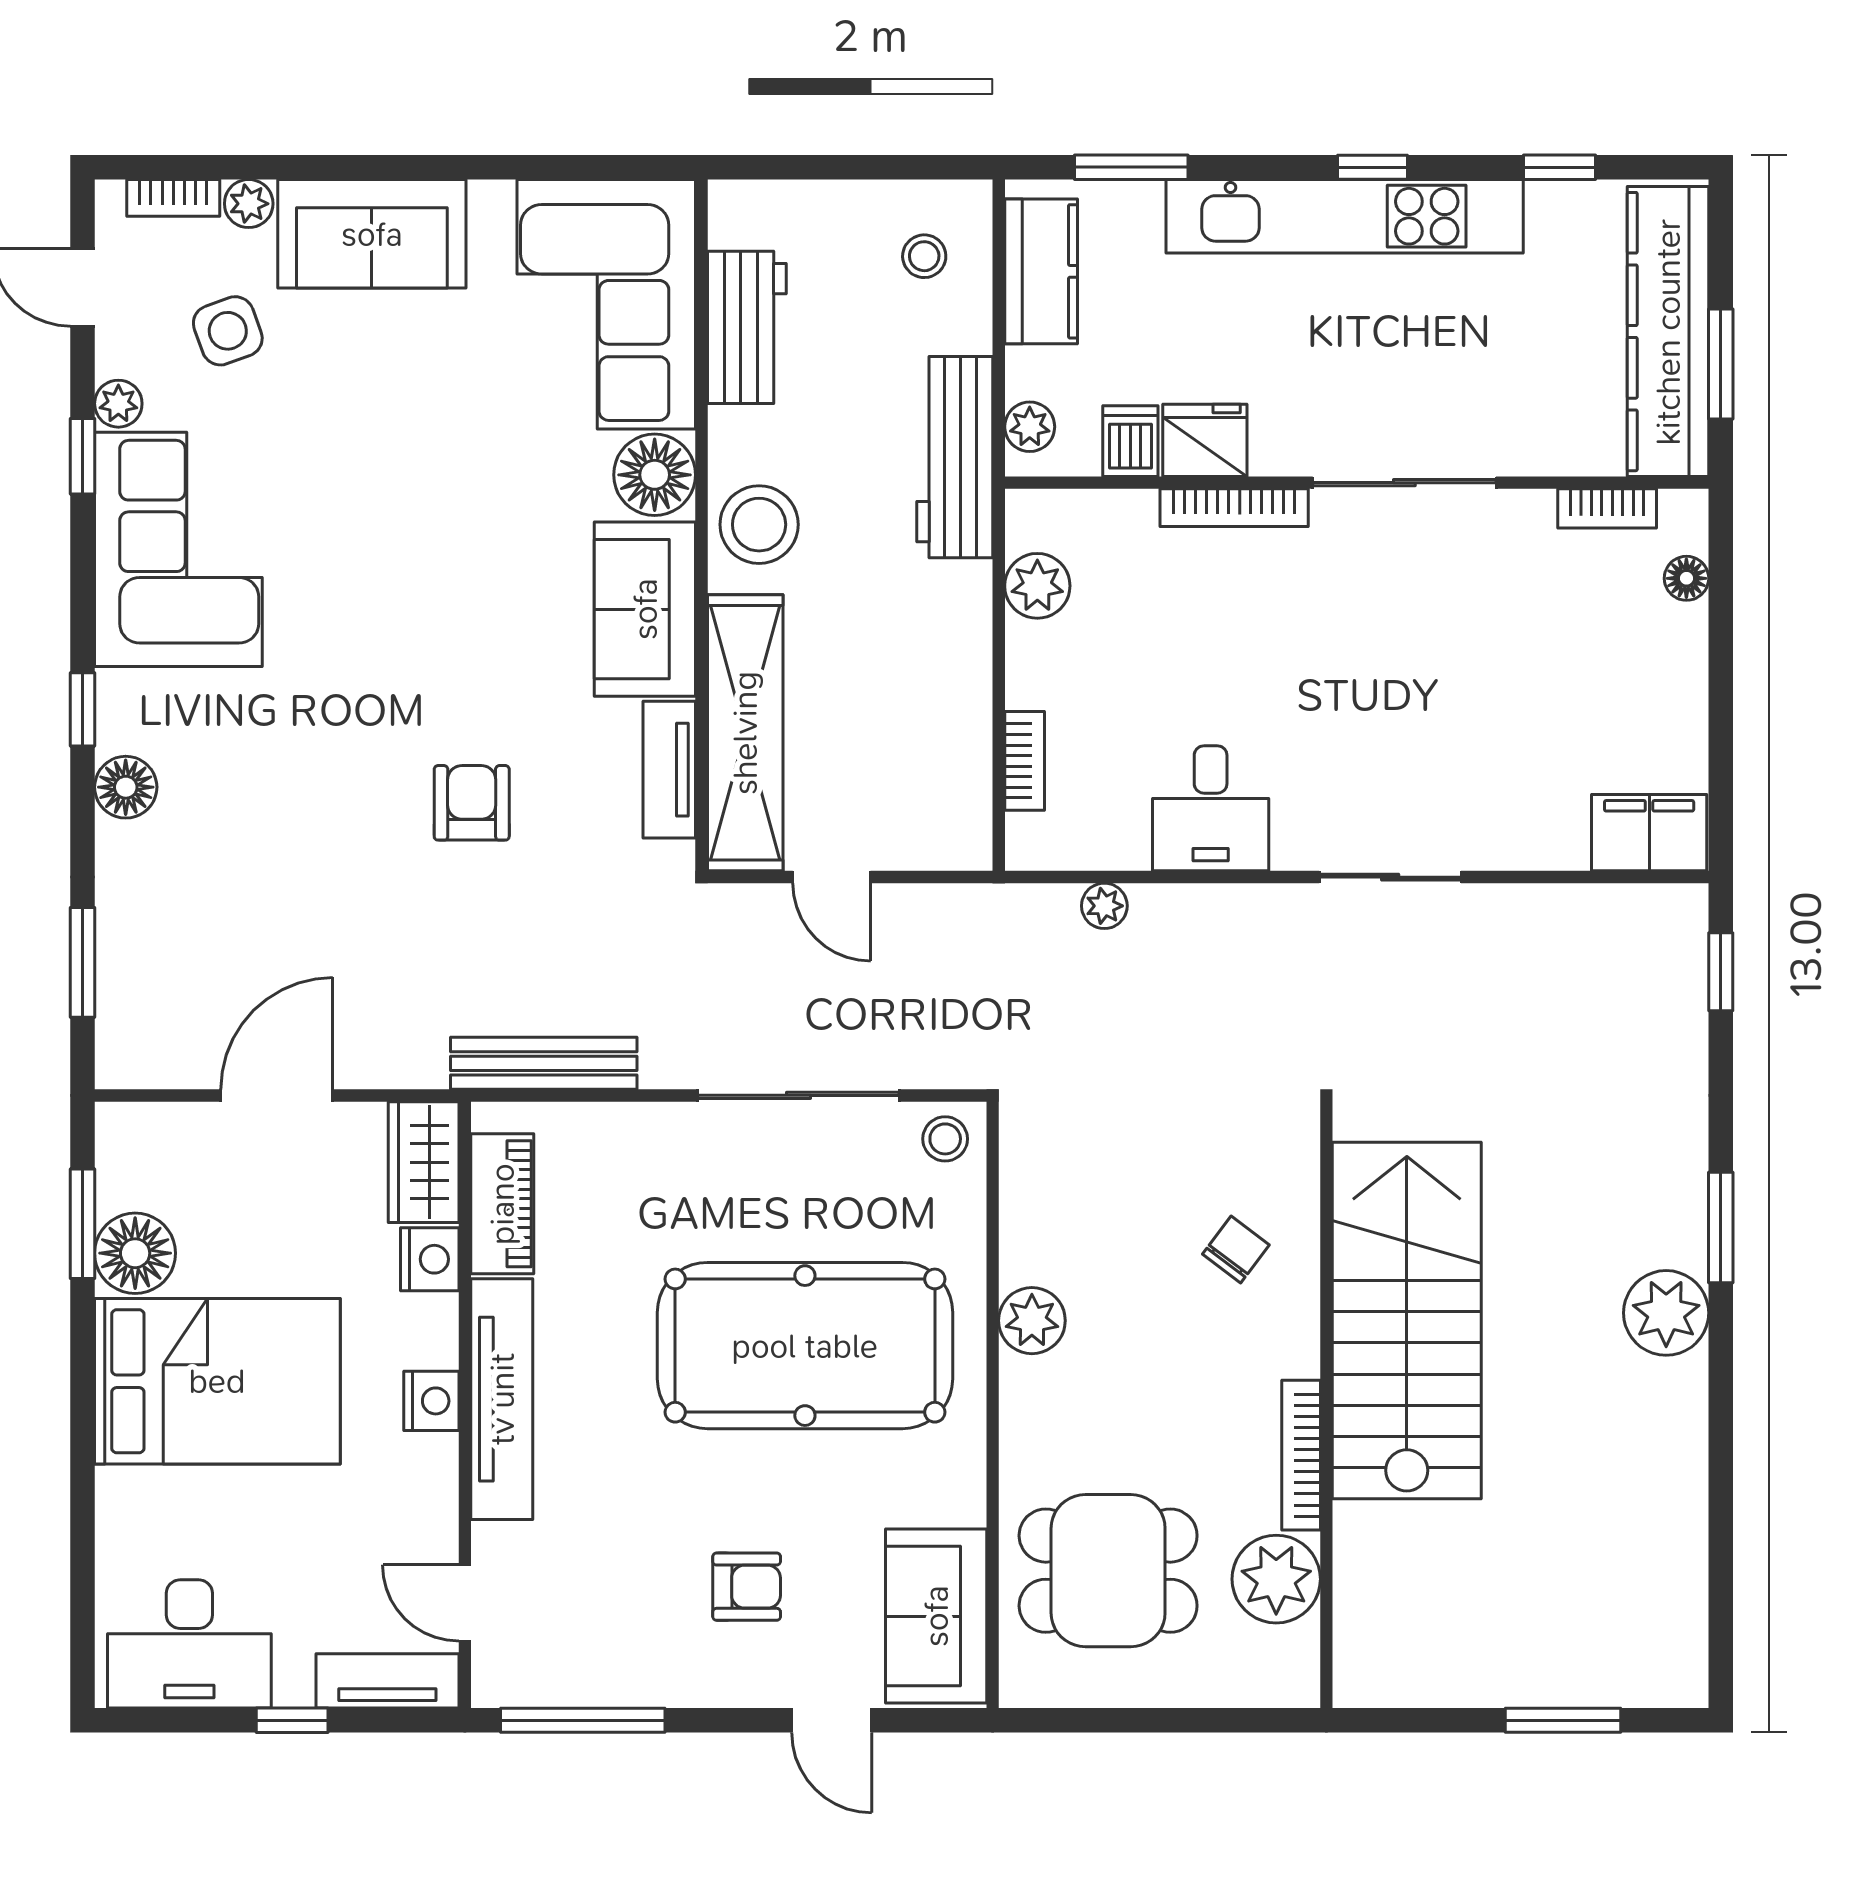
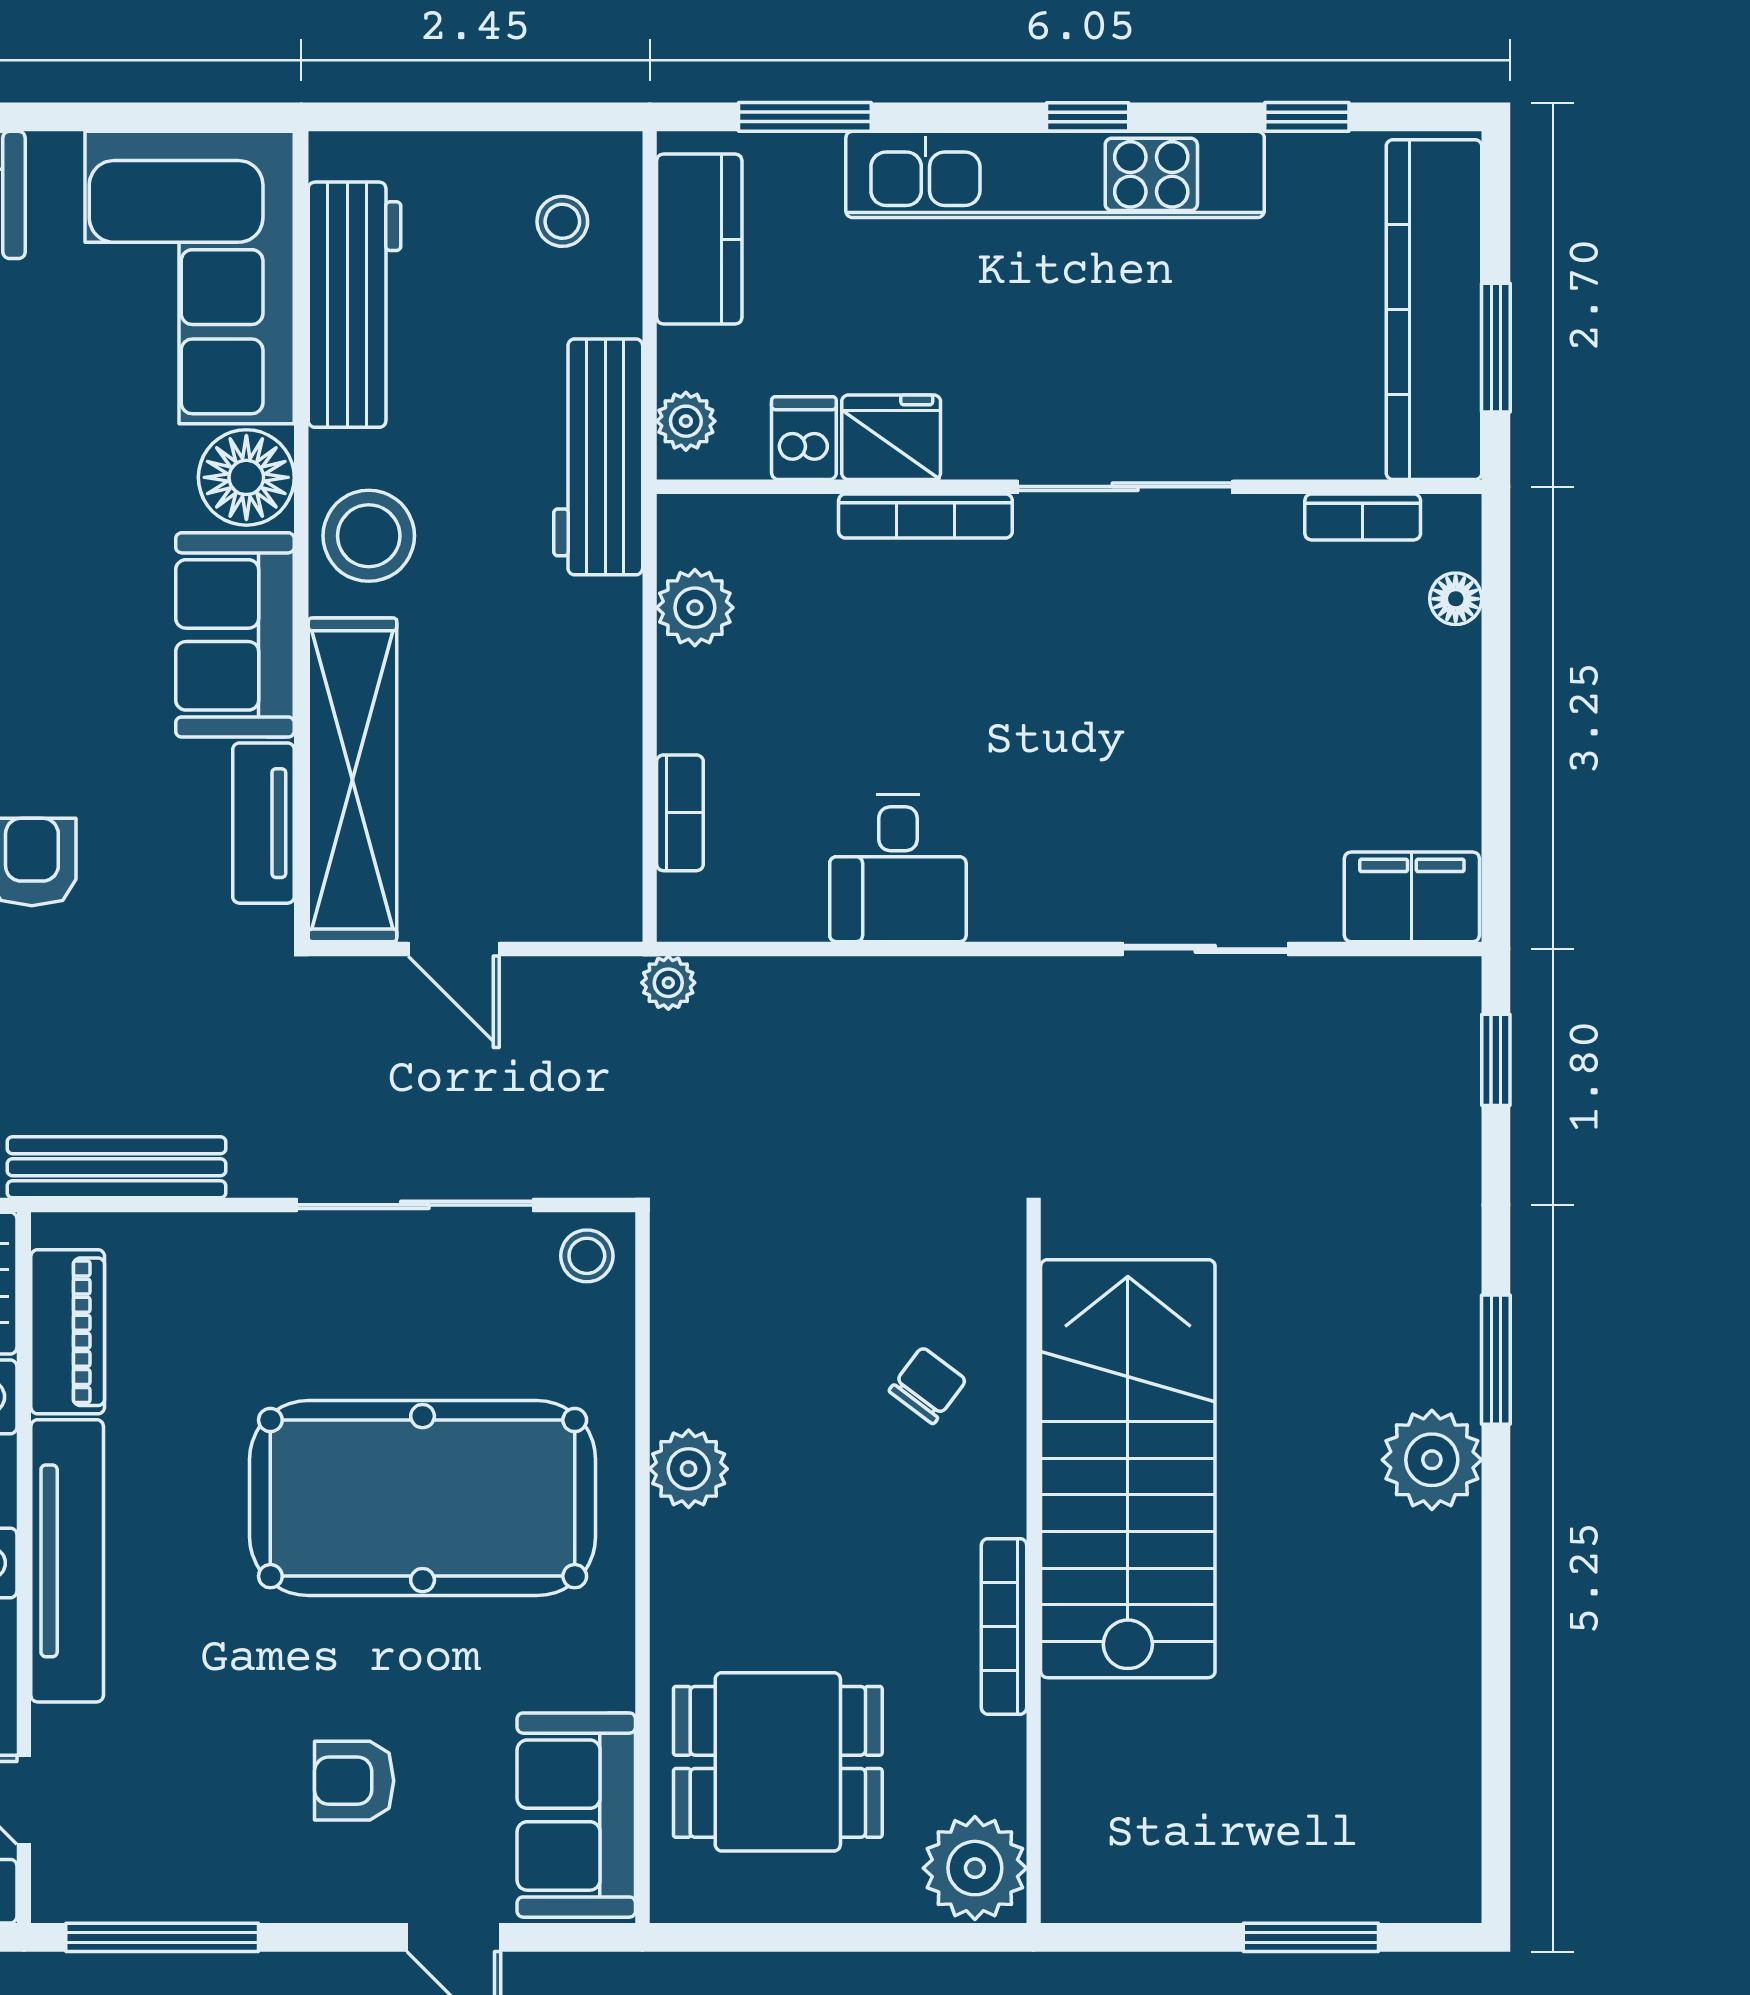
workbench: (747, 327) -> (354, 305), width x1.38
sliding door: (1390, 877) -> (1205, 949), moved
plant: (1104, 906) -> (668, 983), moved
plant: (1276, 1579) -> (975, 1868), moved
armchair: (747, 1587) -> (354, 1781), turned 180

